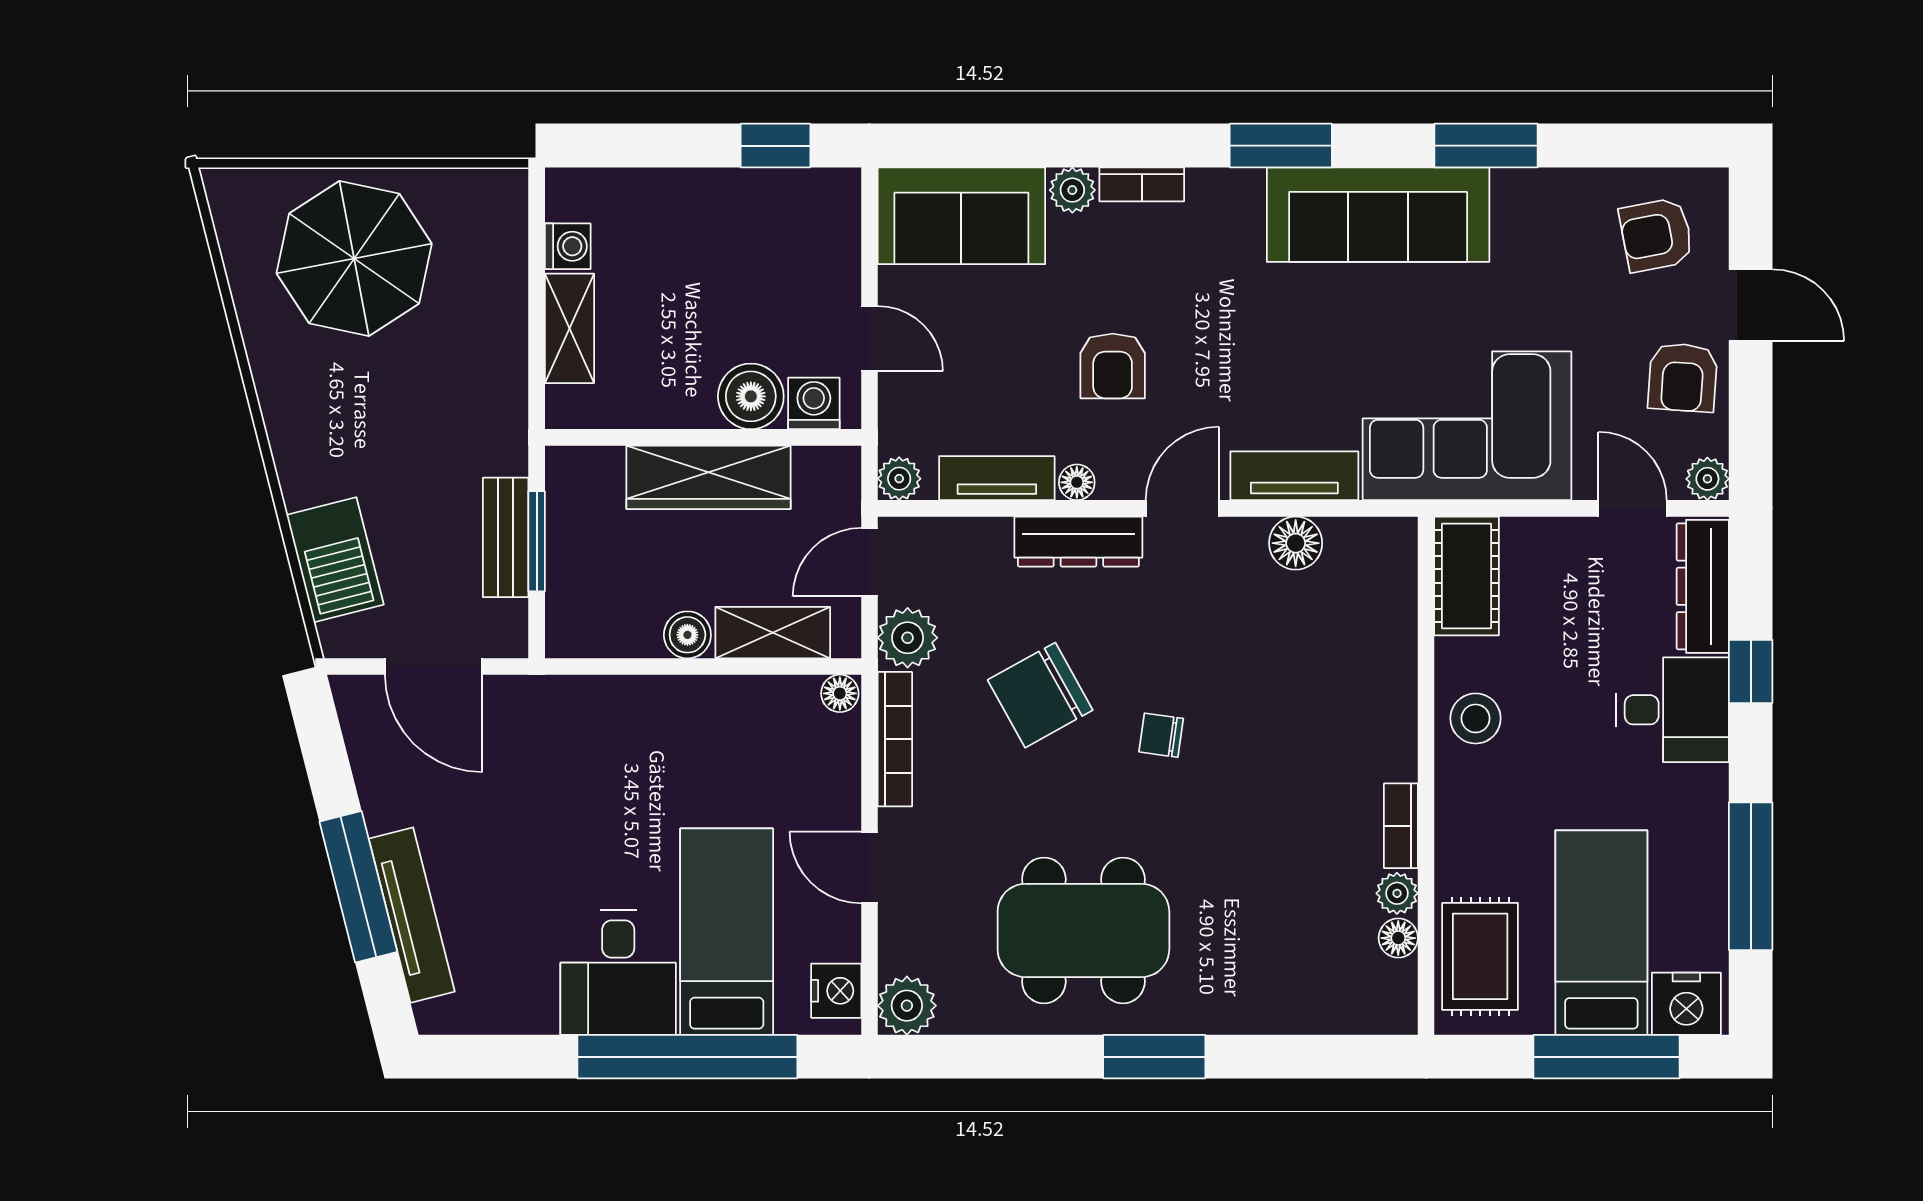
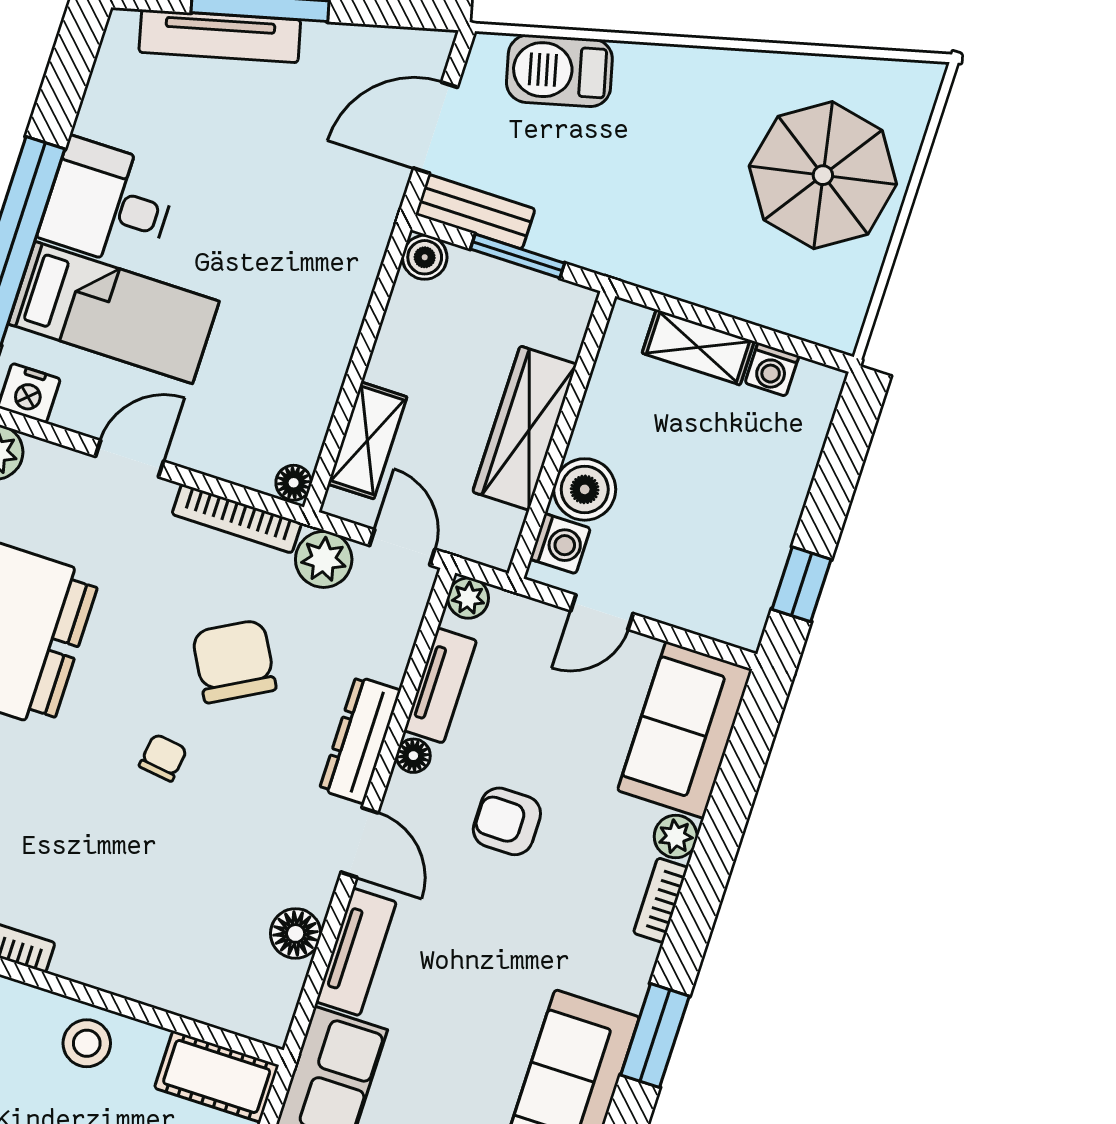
bench: (506, 537) -> (475, 212), moved
boiler: (687, 635) -> (425, 257), moved

